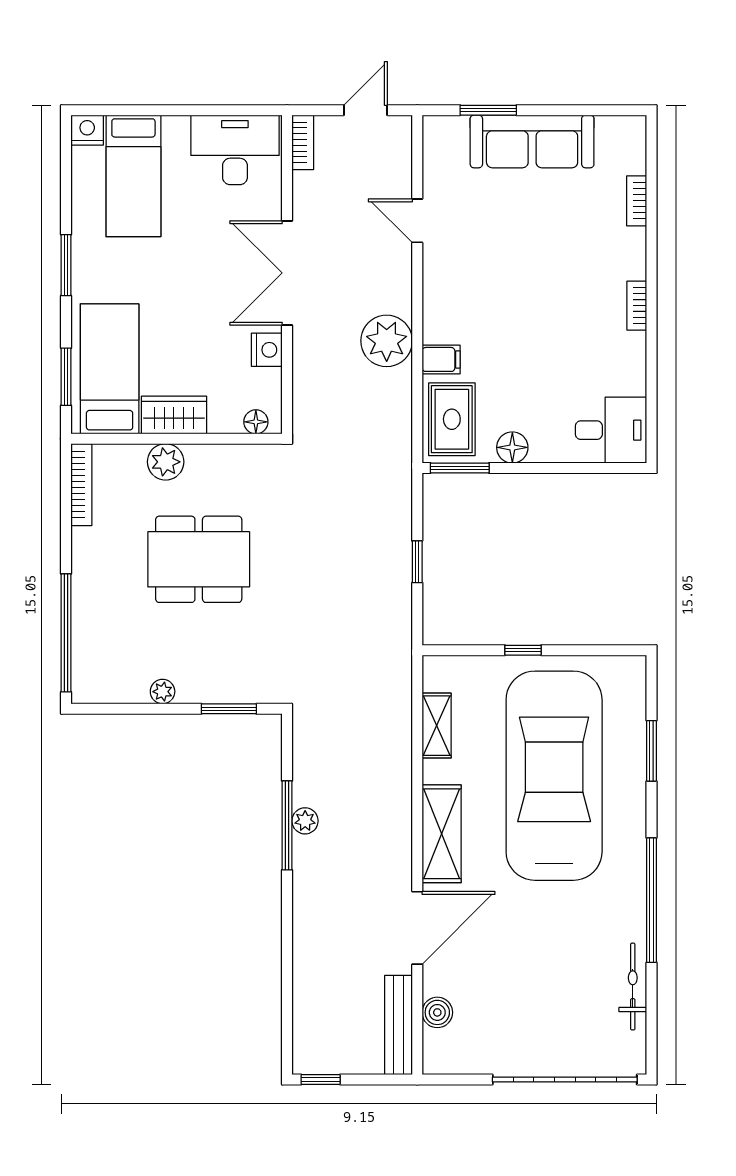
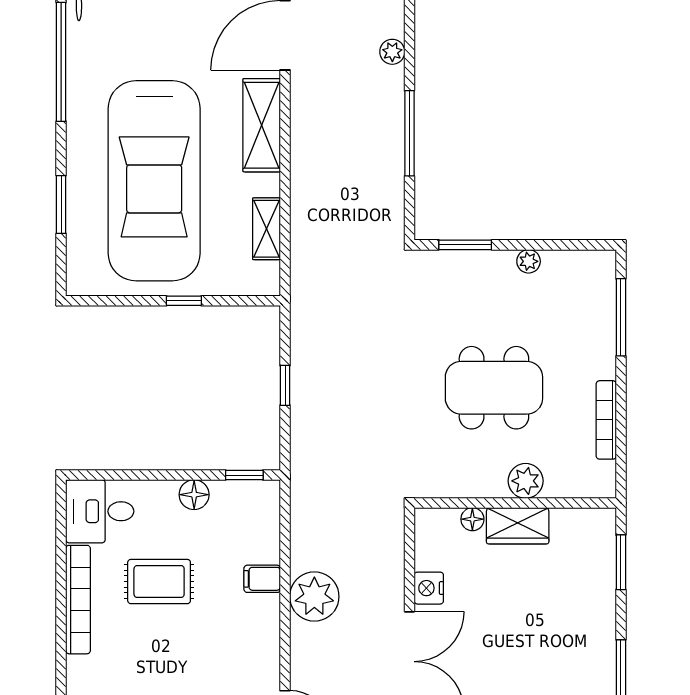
bookcase: (637, 306) -> (78, 600), width x2.31, depth x1.31
bed: (110, 369) -> (579, 570), removed
rug: (452, 419) -> (159, 582), moved, turned 90
floor lamp: (256, 422) -> (472, 519), moved
window: (460, 468) -> (244, 475), width x0.67
bookcase: (81, 485) -> (606, 420), moved
window: (66, 633) -> (621, 317), width x0.68
plant: (305, 821) -> (392, 52), moved

